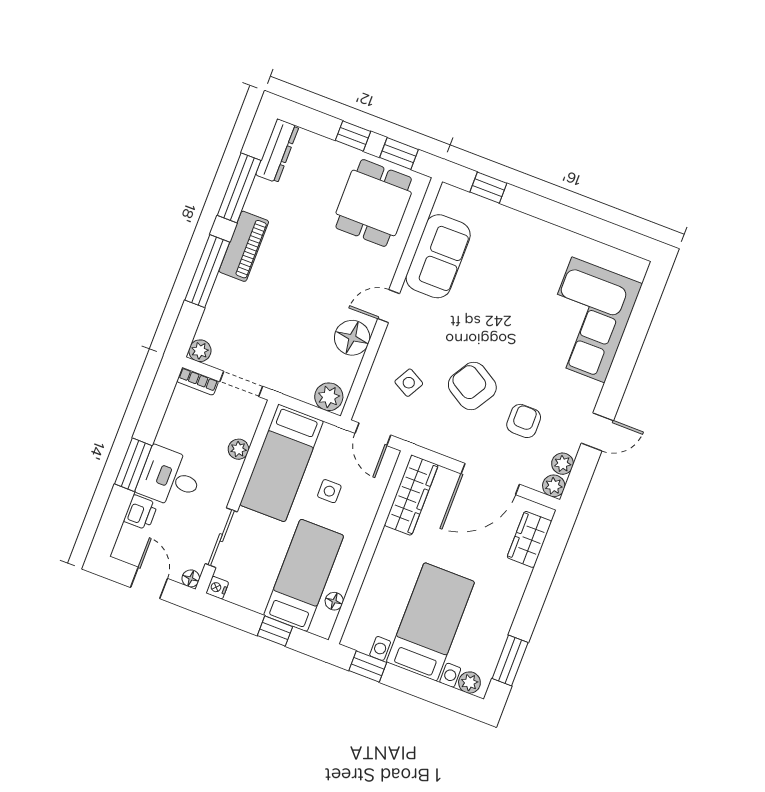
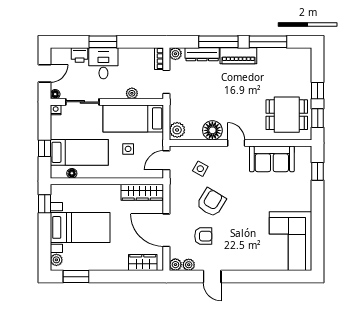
dresser: (277, 151) -> (202, 54), moved
corner sofa: (588, 320) -> (291, 241), moved, turned -90

